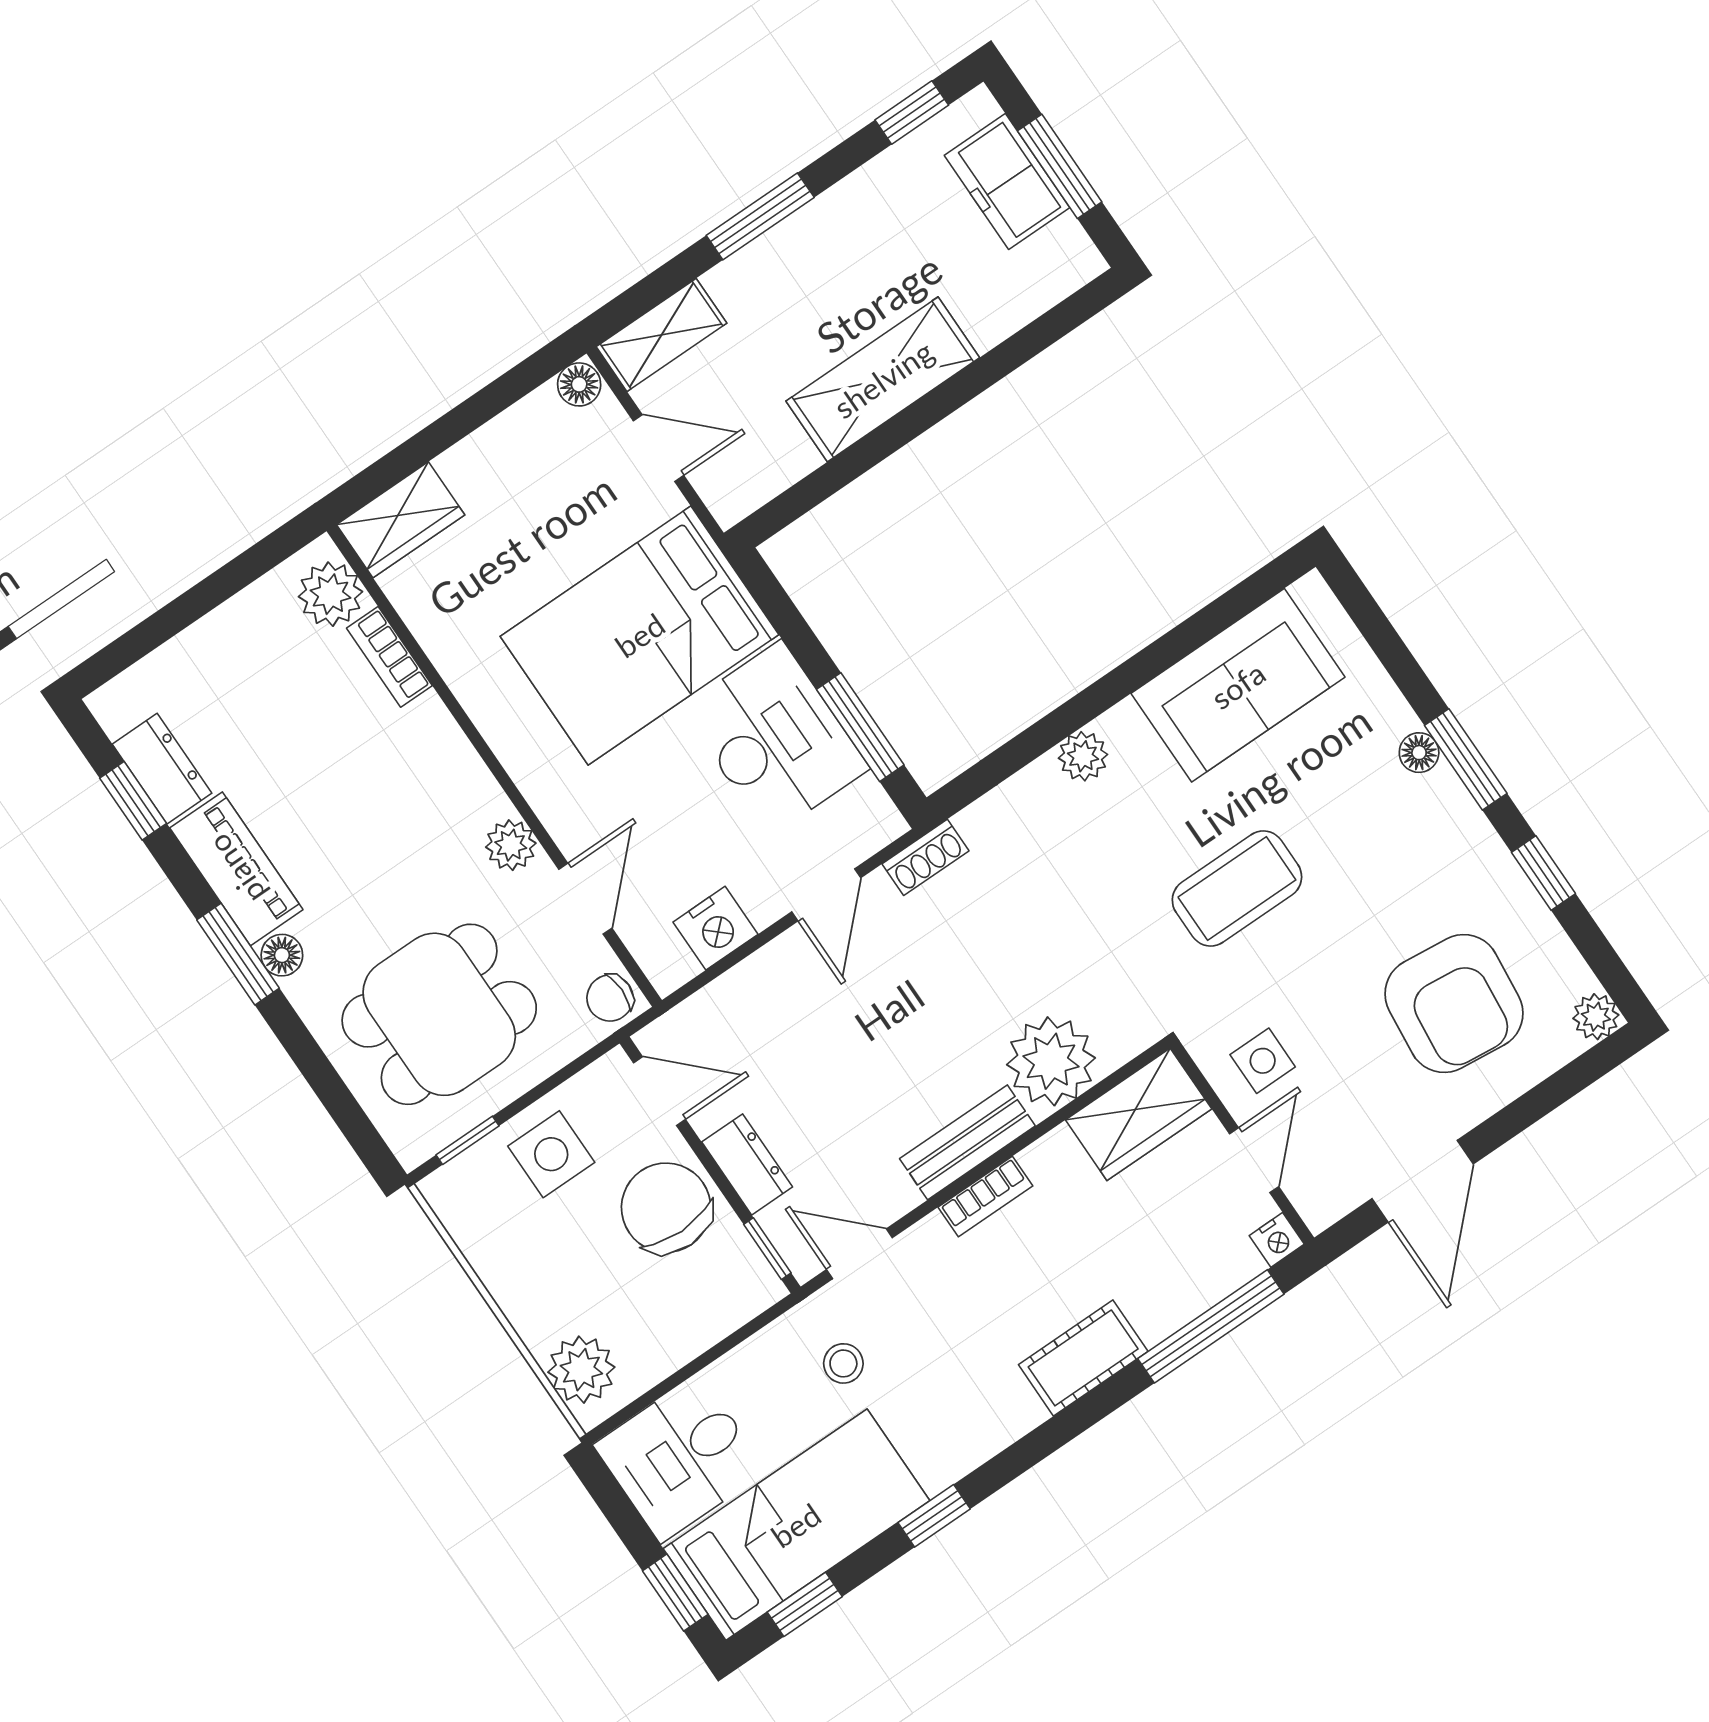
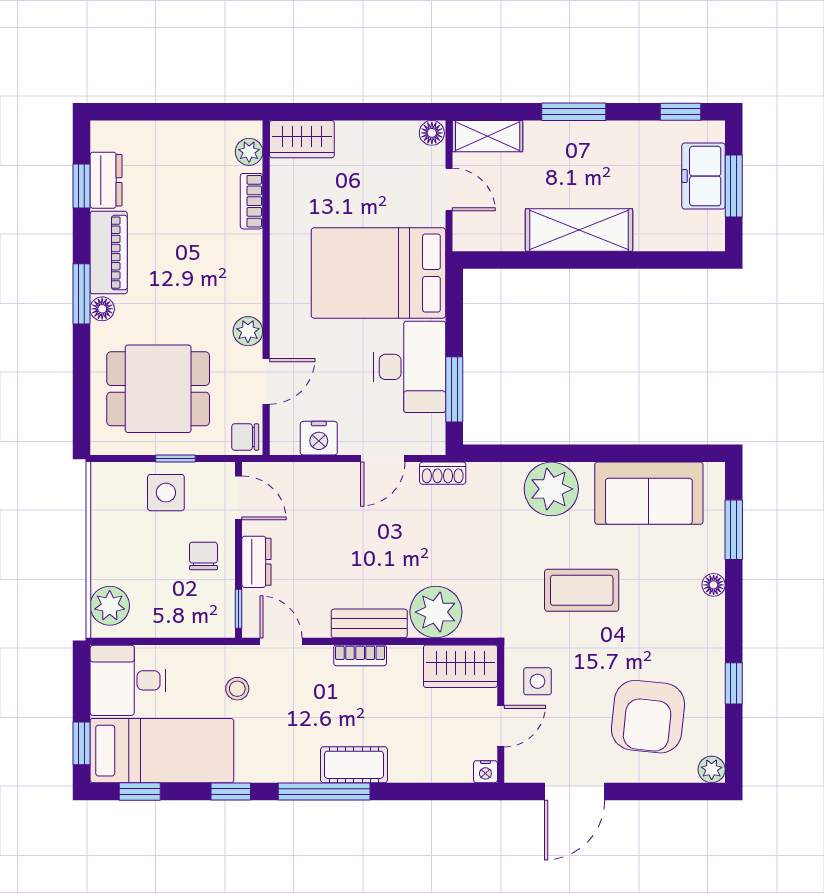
plant: (330, 594) -> (249, 152), width x0.73, depth x0.73
plant: (1083, 756) -> (551, 489), width x1.88, depth x1.88
window: (1466, 759) -> (734, 530), moved
window: (468, 1140) -> (176, 459), moved
chair: (666, 1208) -> (203, 556), width x0.54, depth x0.54
window: (1211, 1326) -> (324, 791), moved

